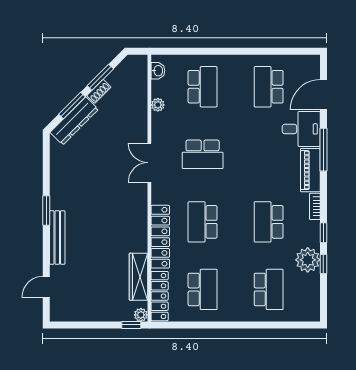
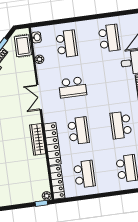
rug: (135, 81) -> (23, 46), added
school desk: (269, 87) -> (109, 38), turned 180
school desk: (203, 222) -> (78, 131), turned 180
wardrobe: (139, 277) -> (38, 139), moved

